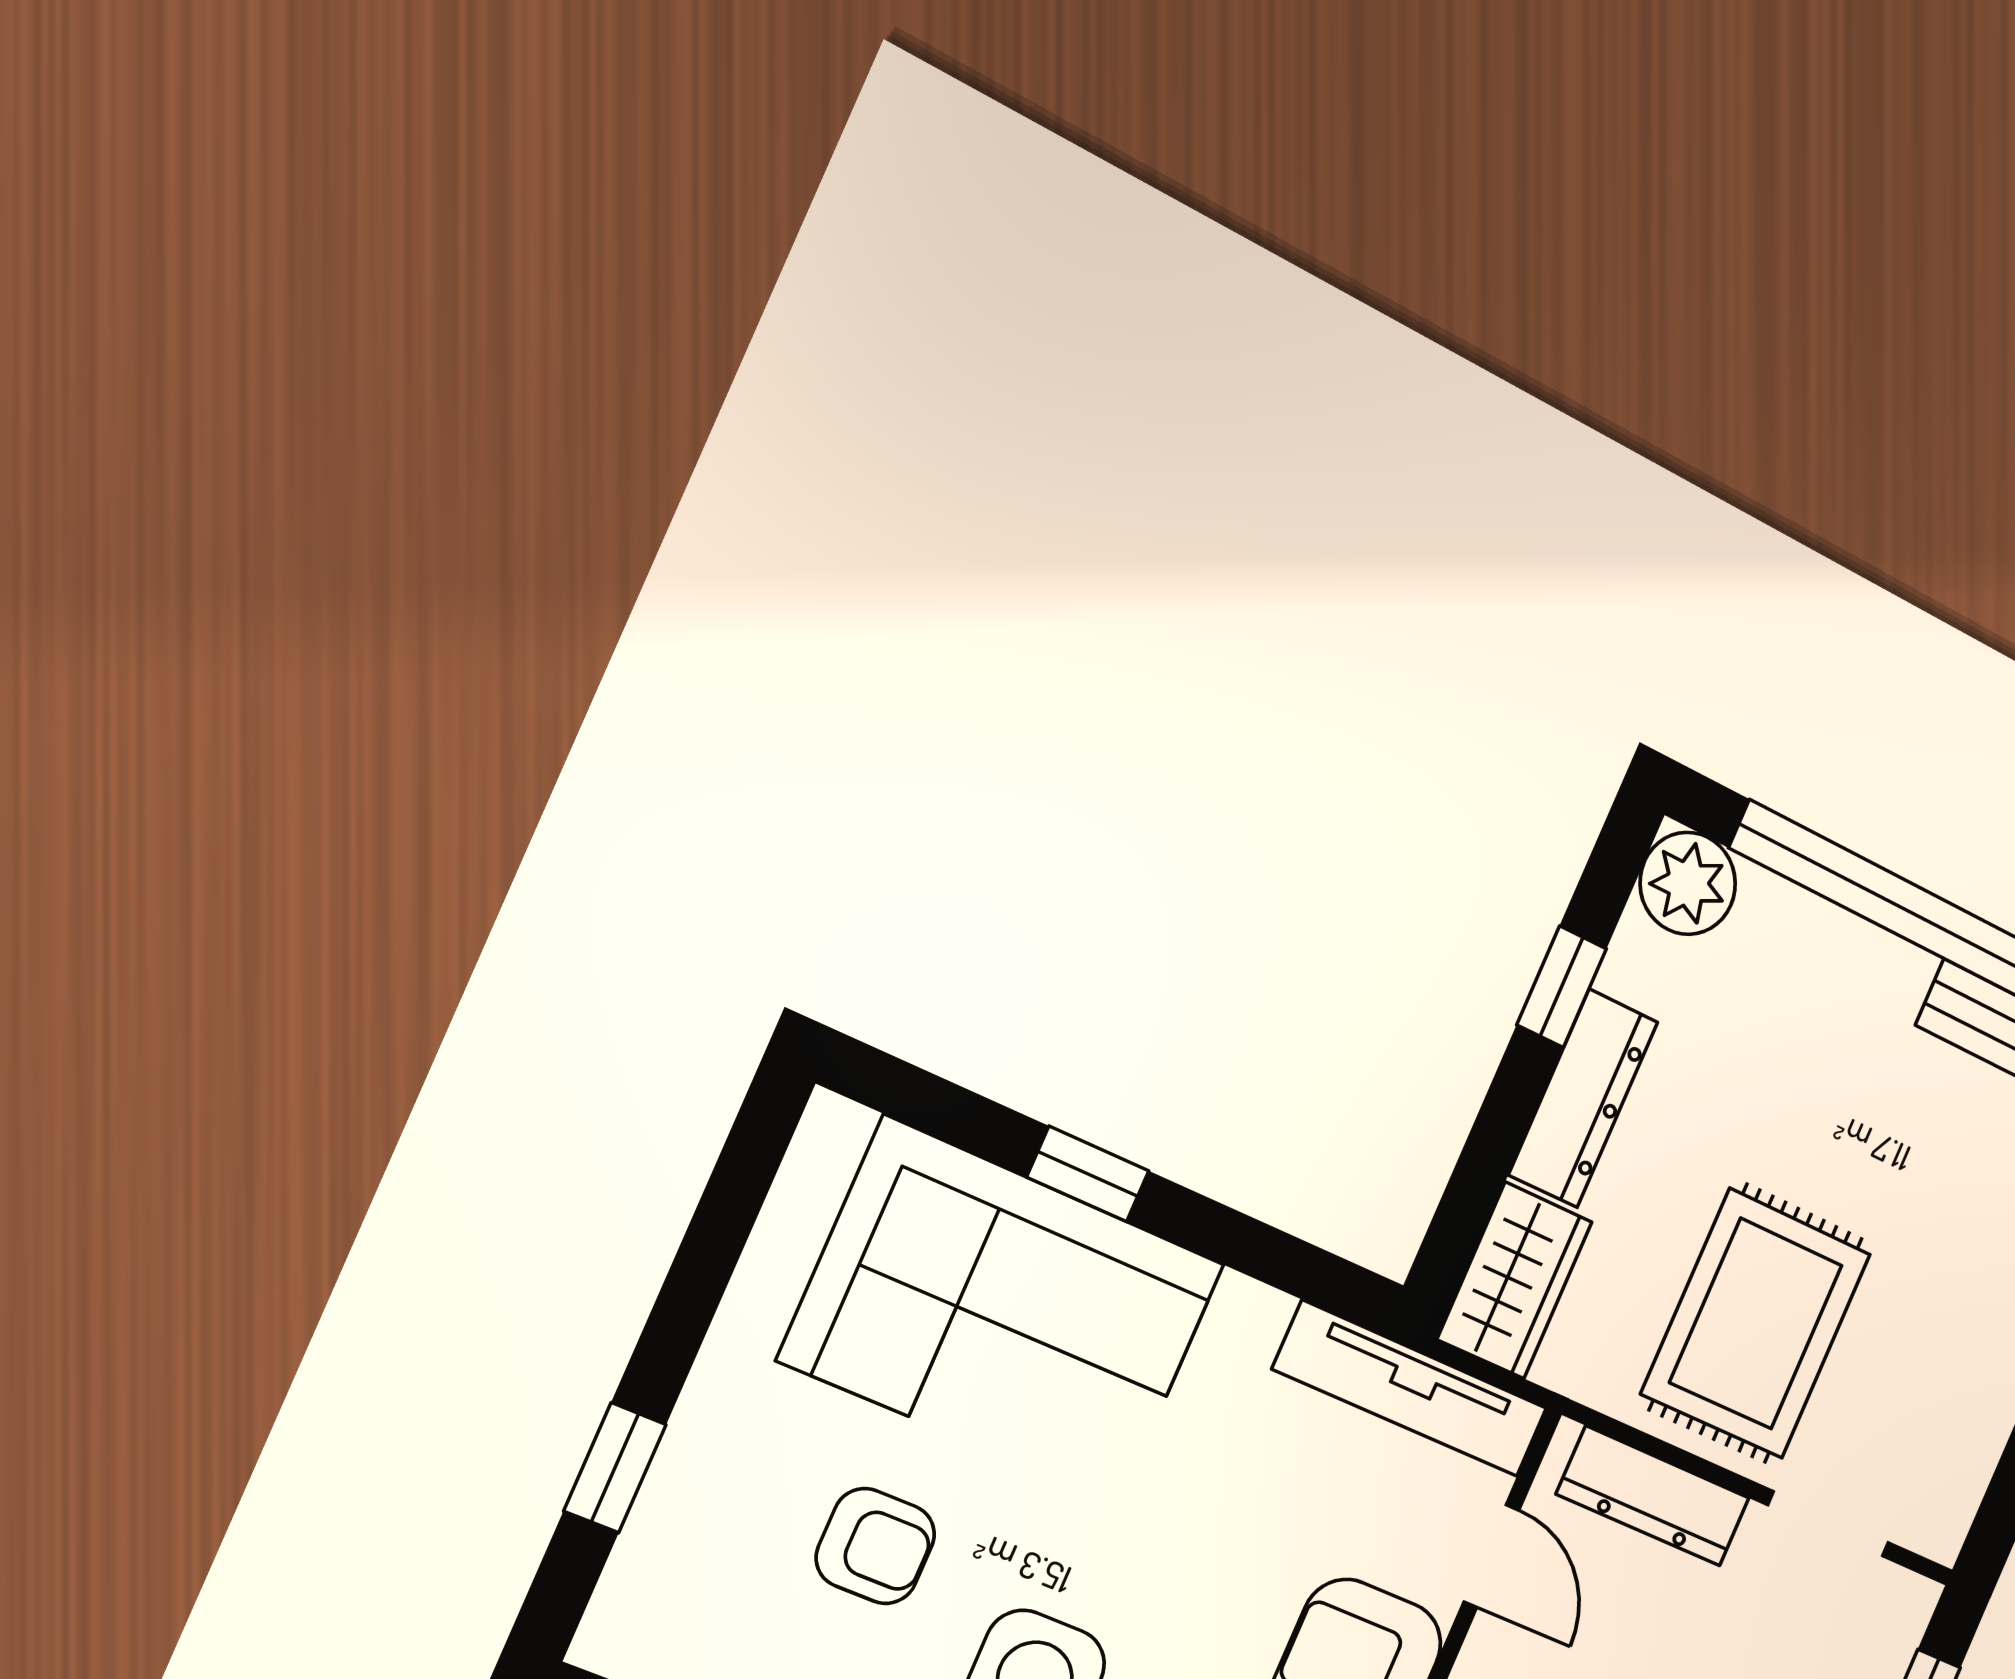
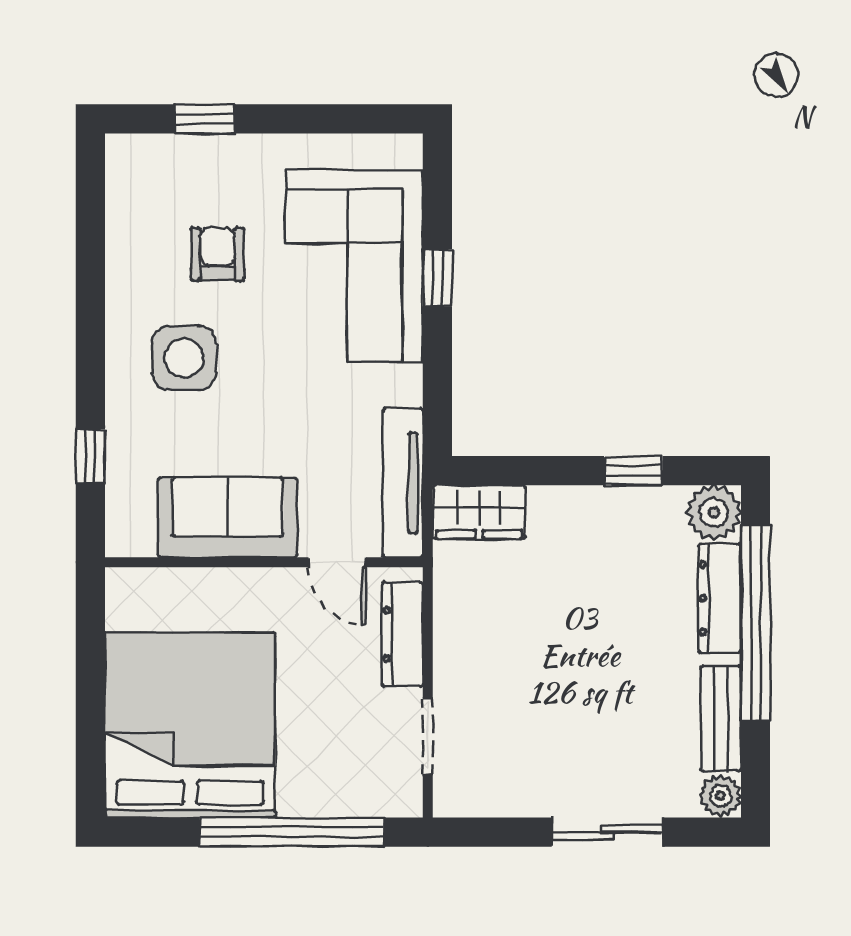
dresser: (1583, 1098) -> (720, 598), moved, turned 90
rug: (1756, 1324) -> (513, 649), removed
armchair: (875, 1546) -> (217, 254), turned 180
door: (1491, 1556) -> (337, 562), hinge flipped

